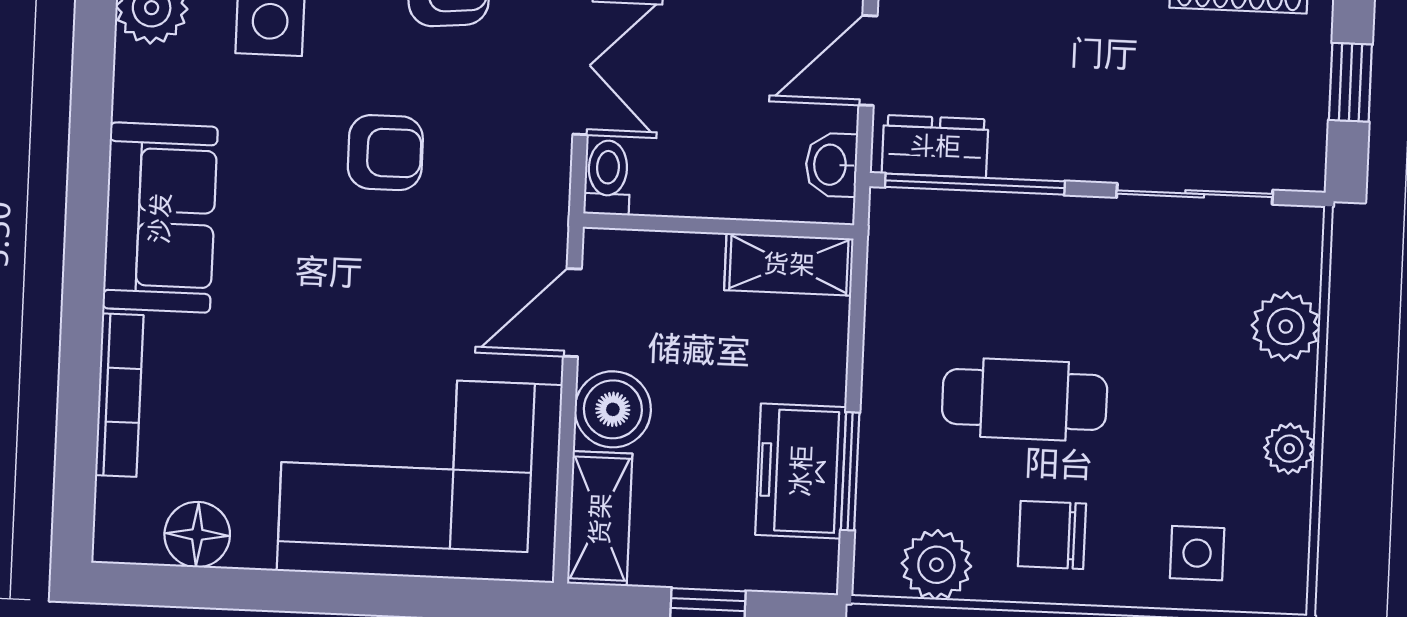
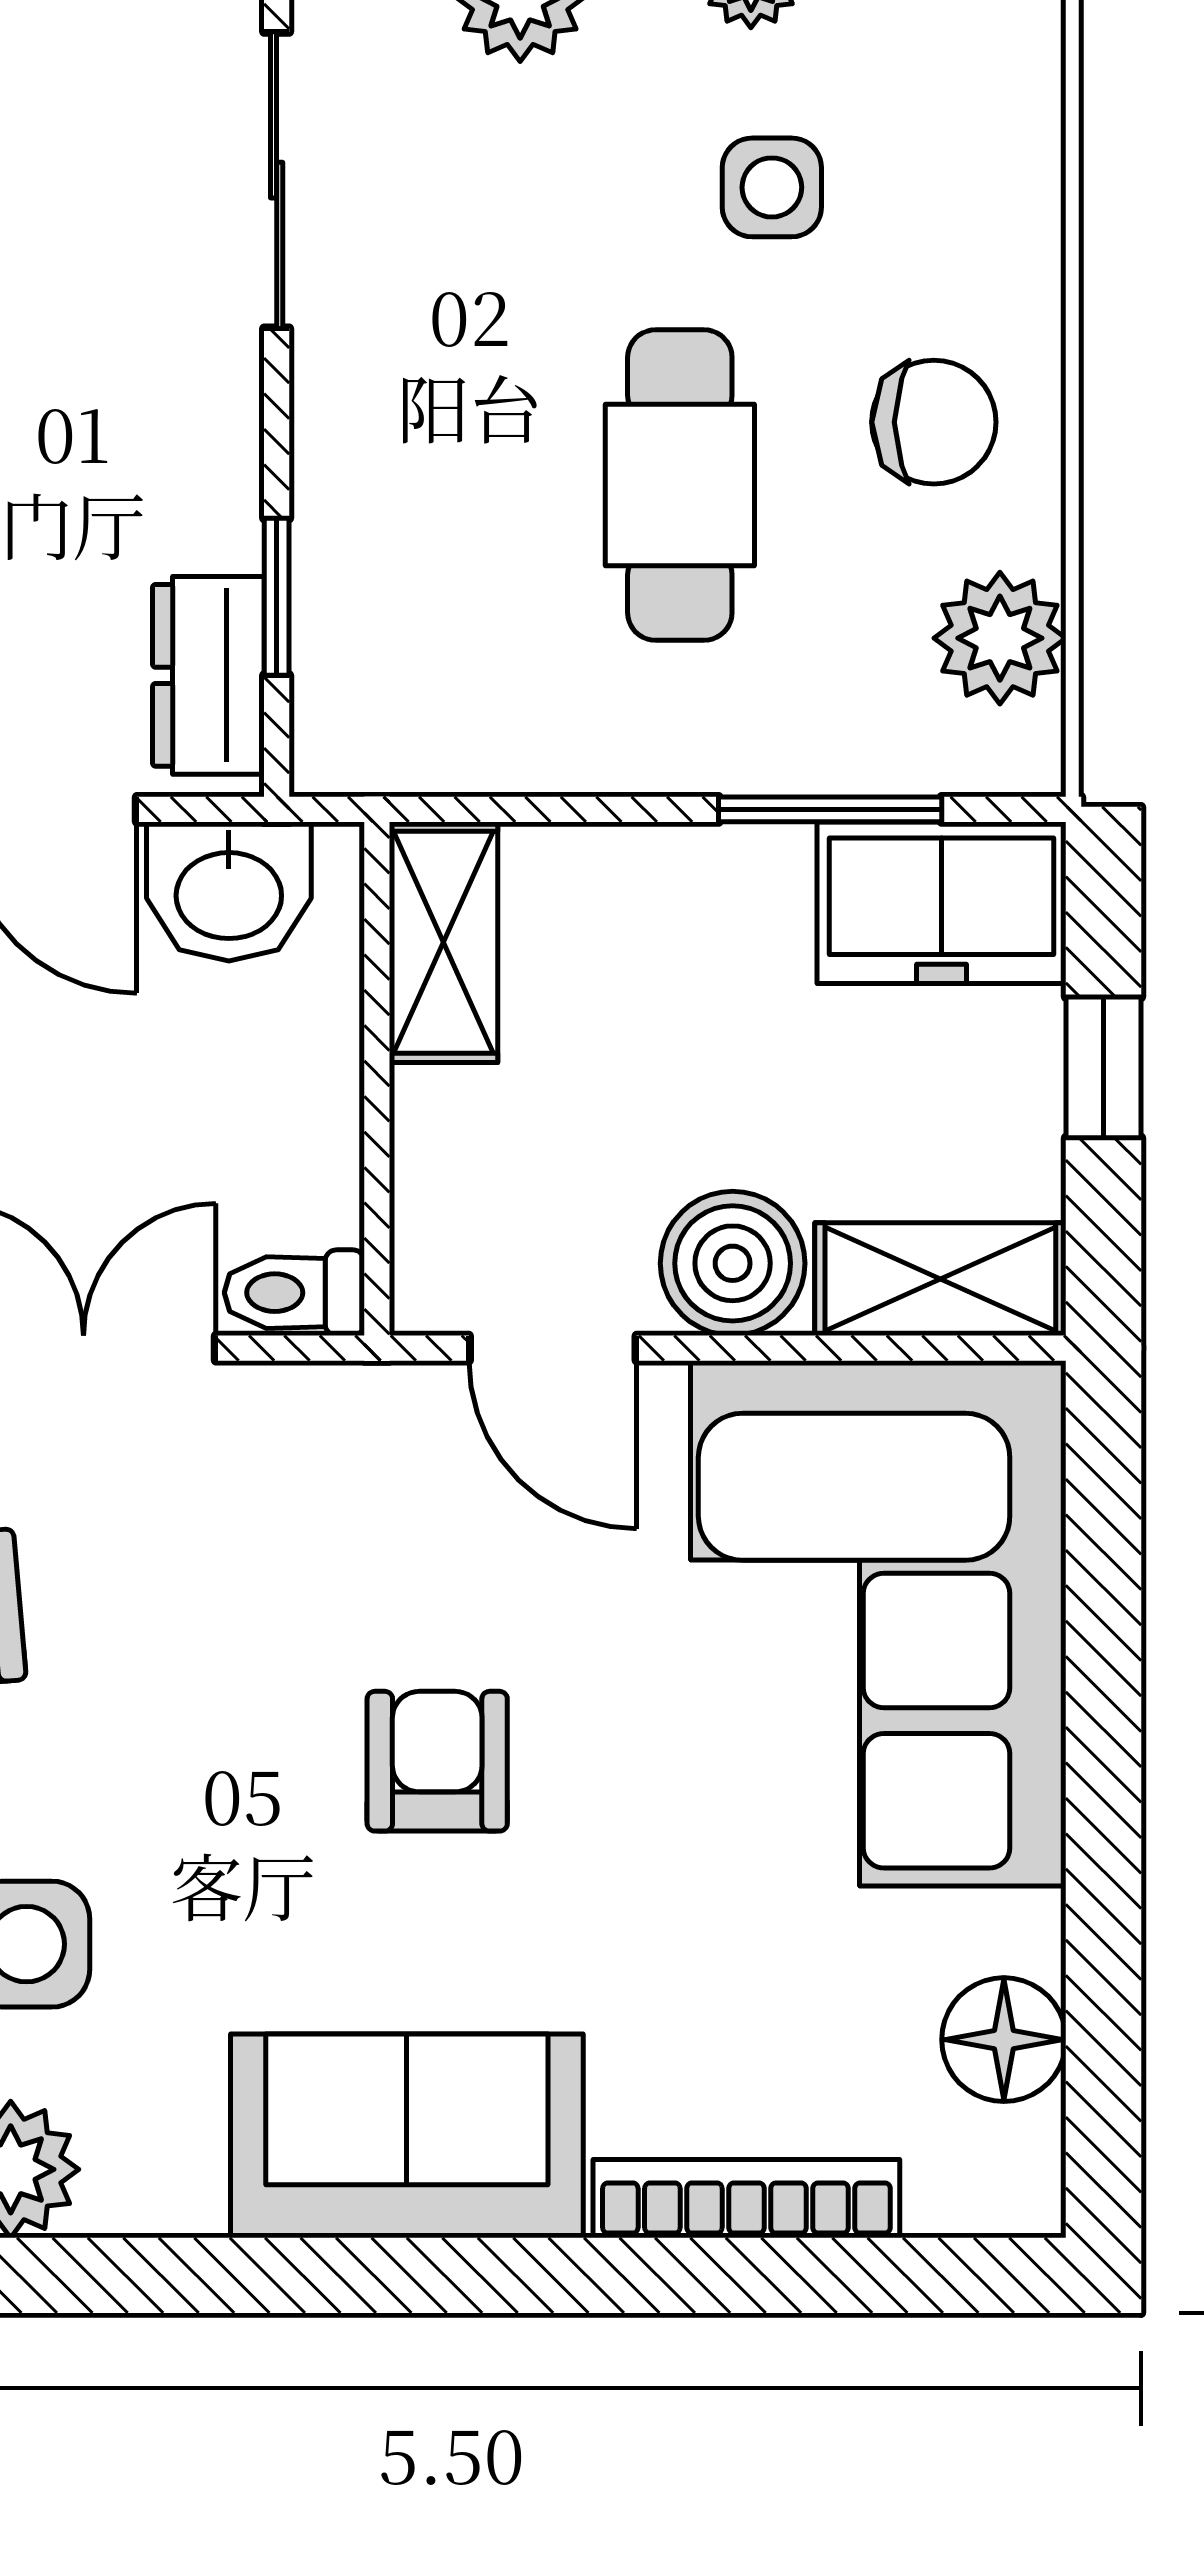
armchair: (385, 153) -> (437, 1761), moved
washbasin: (831, 165) -> (229, 891), width x1.38, depth x1.45
window: (975, 184) -> (277, 597), width x0.46
freezer: (801, 471) -> (942, 903), moved
chair: (1052, 535) -> (934, 422), turned -90
side table: (1197, 553) -> (772, 187), moved

